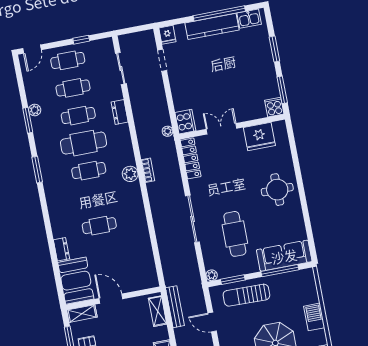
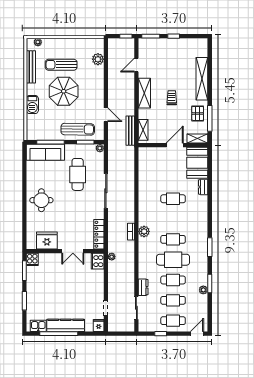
dresser: (120, 112) -> (143, 287), moved
door: (111, 299) -> (175, 145), swing flipped

